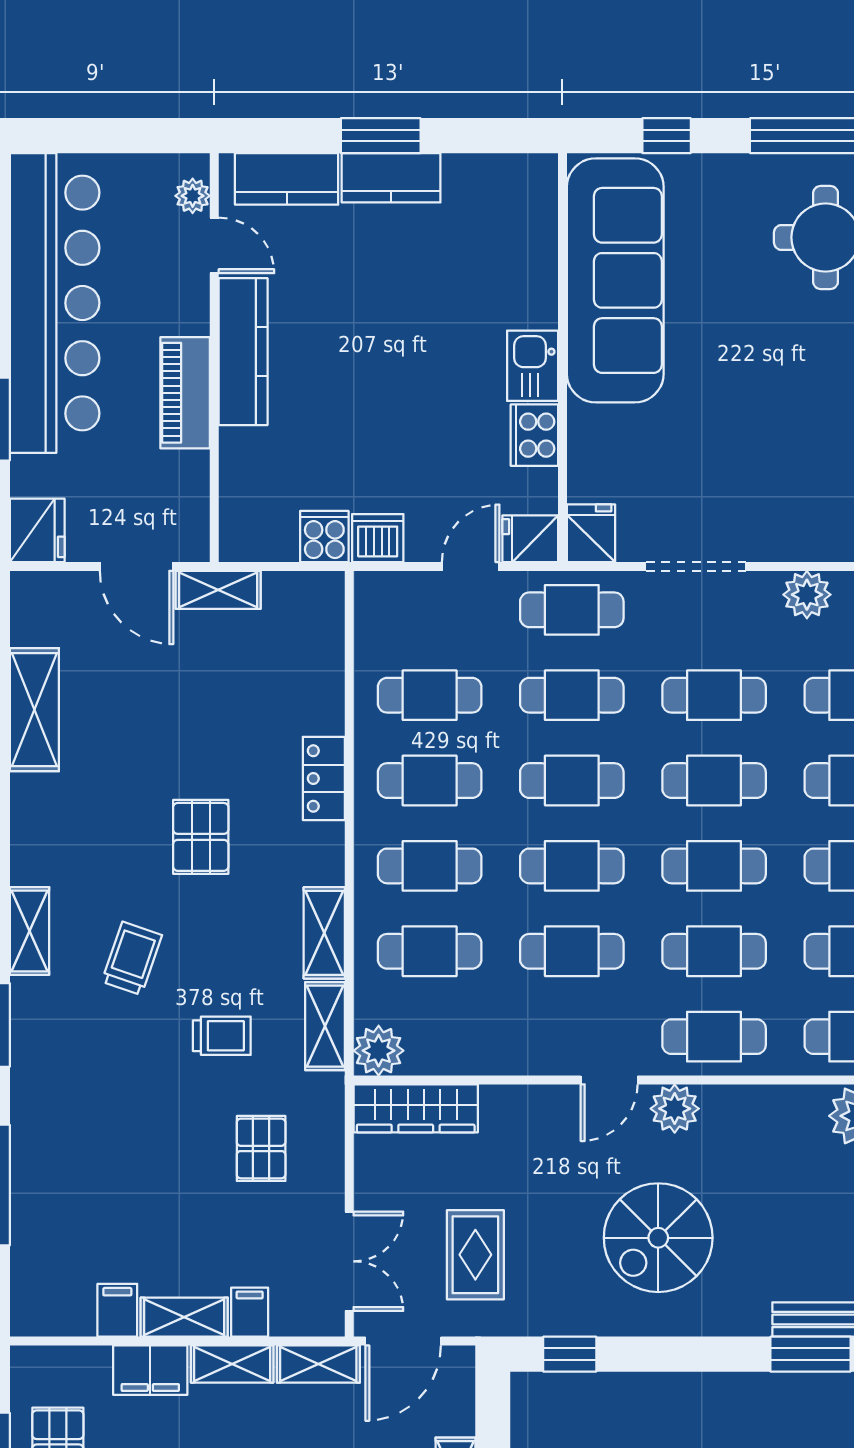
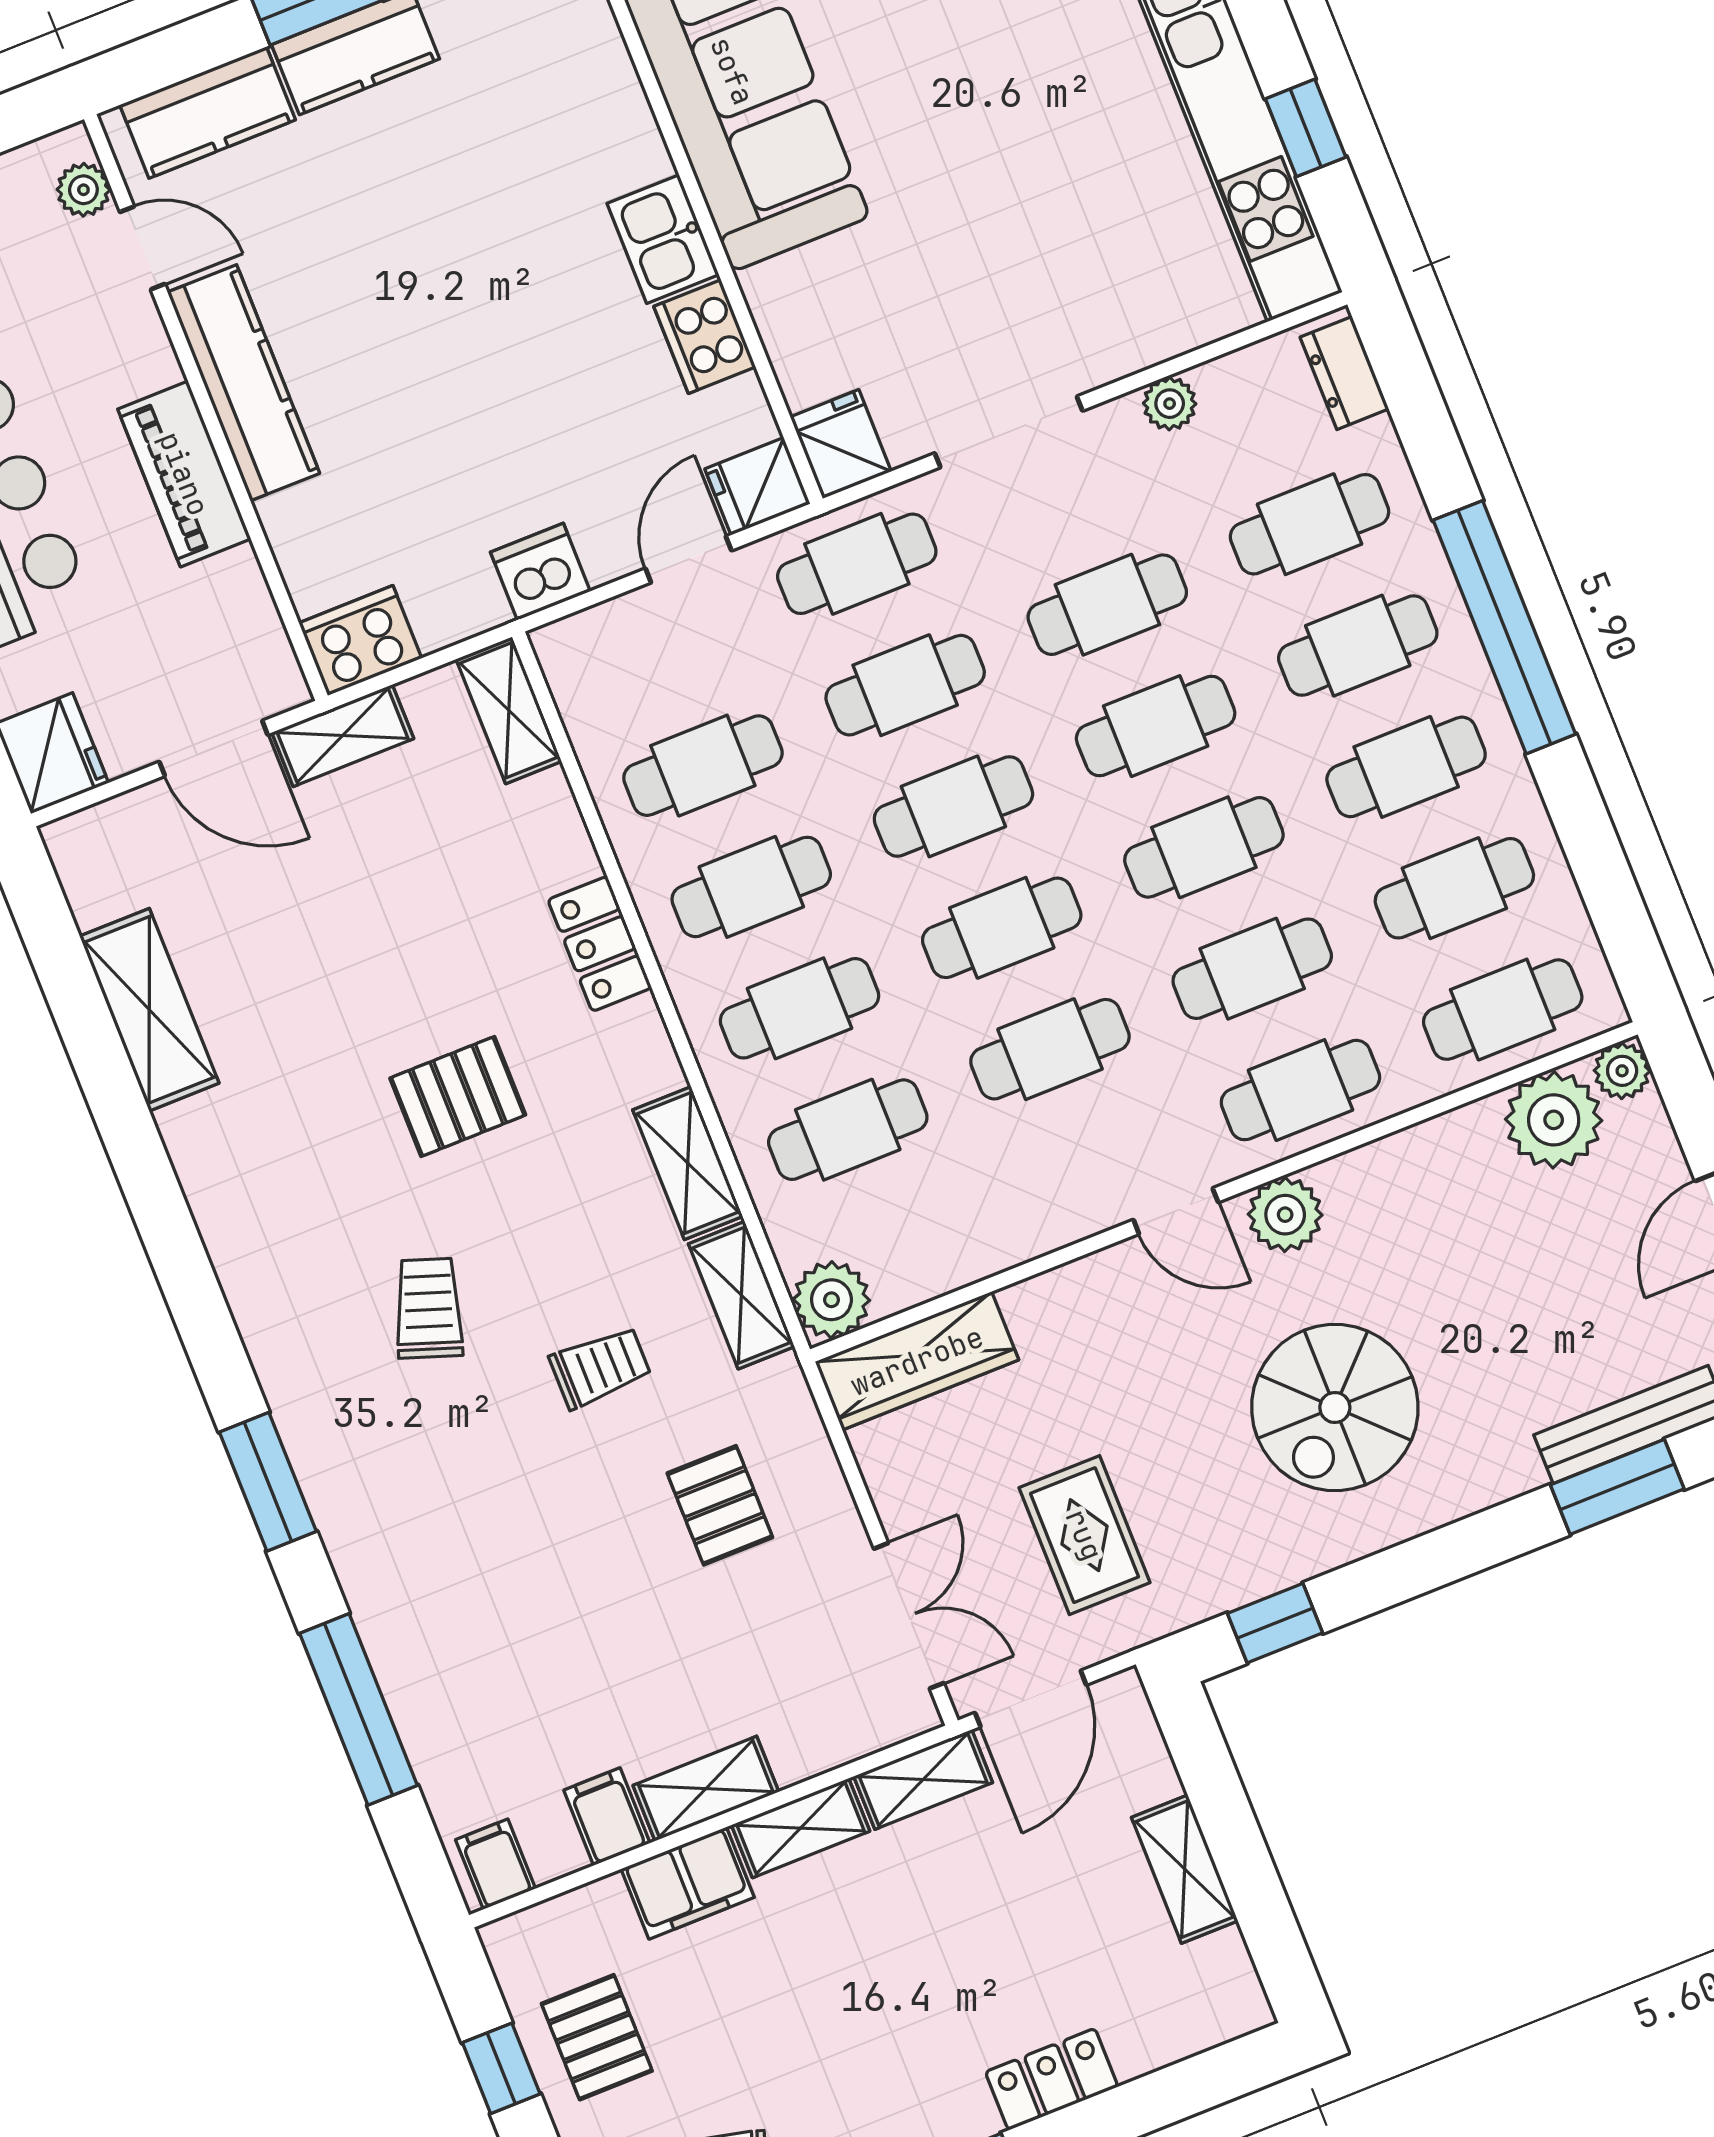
cooker: (324, 536) -> (360, 641), moved, width x1.36
plant: (807, 595) -> (1170, 404), width x0.73, depth x0.73
pallet: (201, 837) -> (458, 1097), turned 90
shelving: (29, 931) -> (509, 710), moved
door: (609, 1080) -> (1176, 1211), hinge flipped
filing cabinet: (250, 1312) -> (496, 1864), moved

